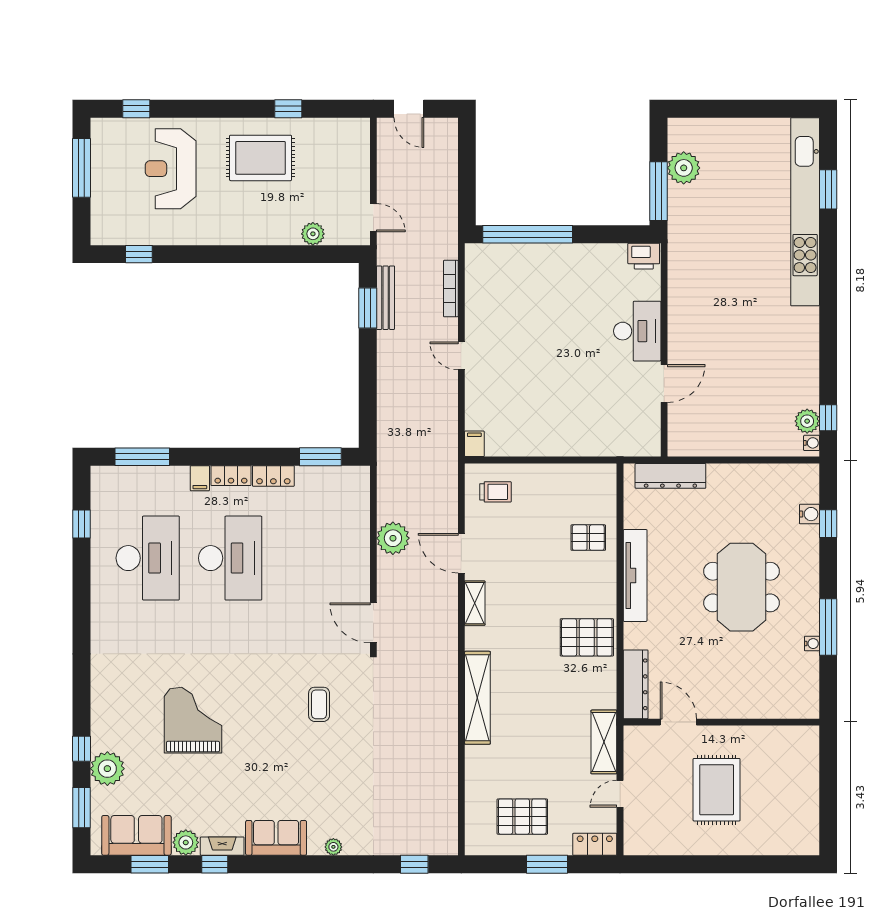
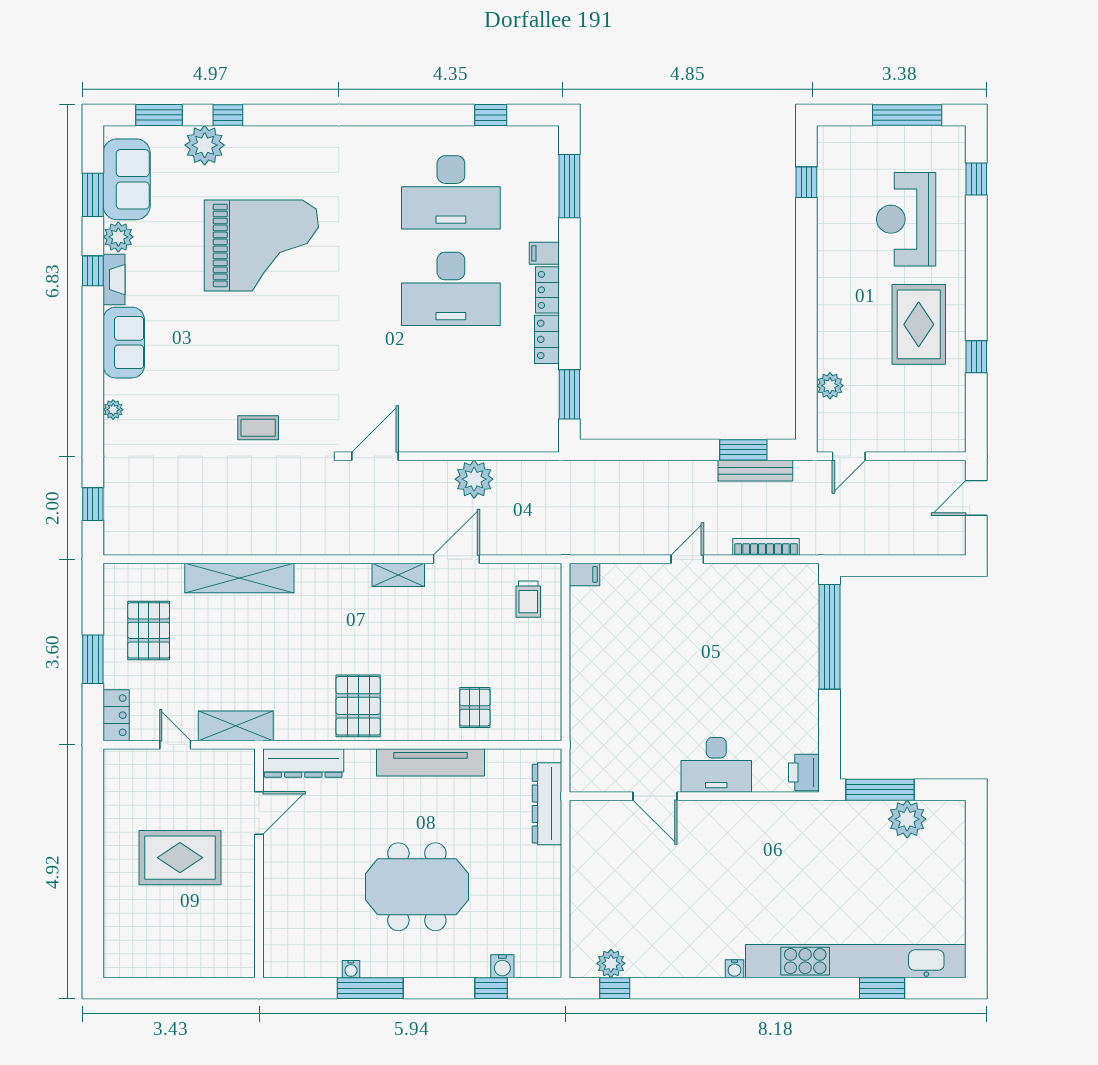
reception desk: (171, 169) -> (906, 219), turned -90
water cooler: (812, 443) -> (735, 969), moved
shelving: (477, 698) -> (239, 578), moved
coffee table: (319, 704) -> (258, 428), moved
grand piano: (193, 720) -> (261, 245), width x1.37, depth x1.48

